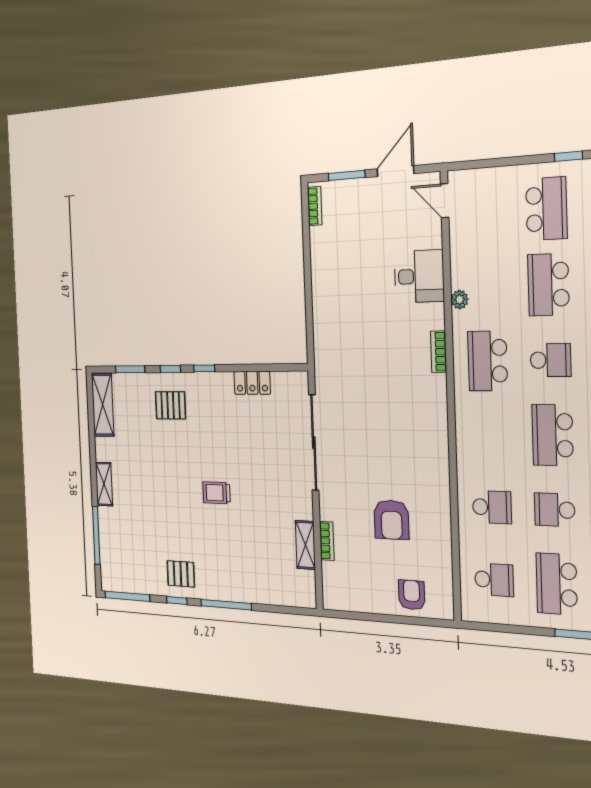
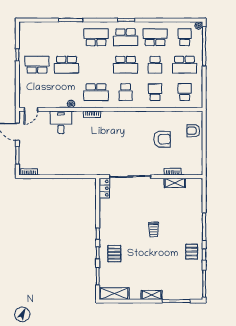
school desk: (550, 360) -> (126, 92), moved, turned 180
locker: (252, 383) -> (104, 188), moved

